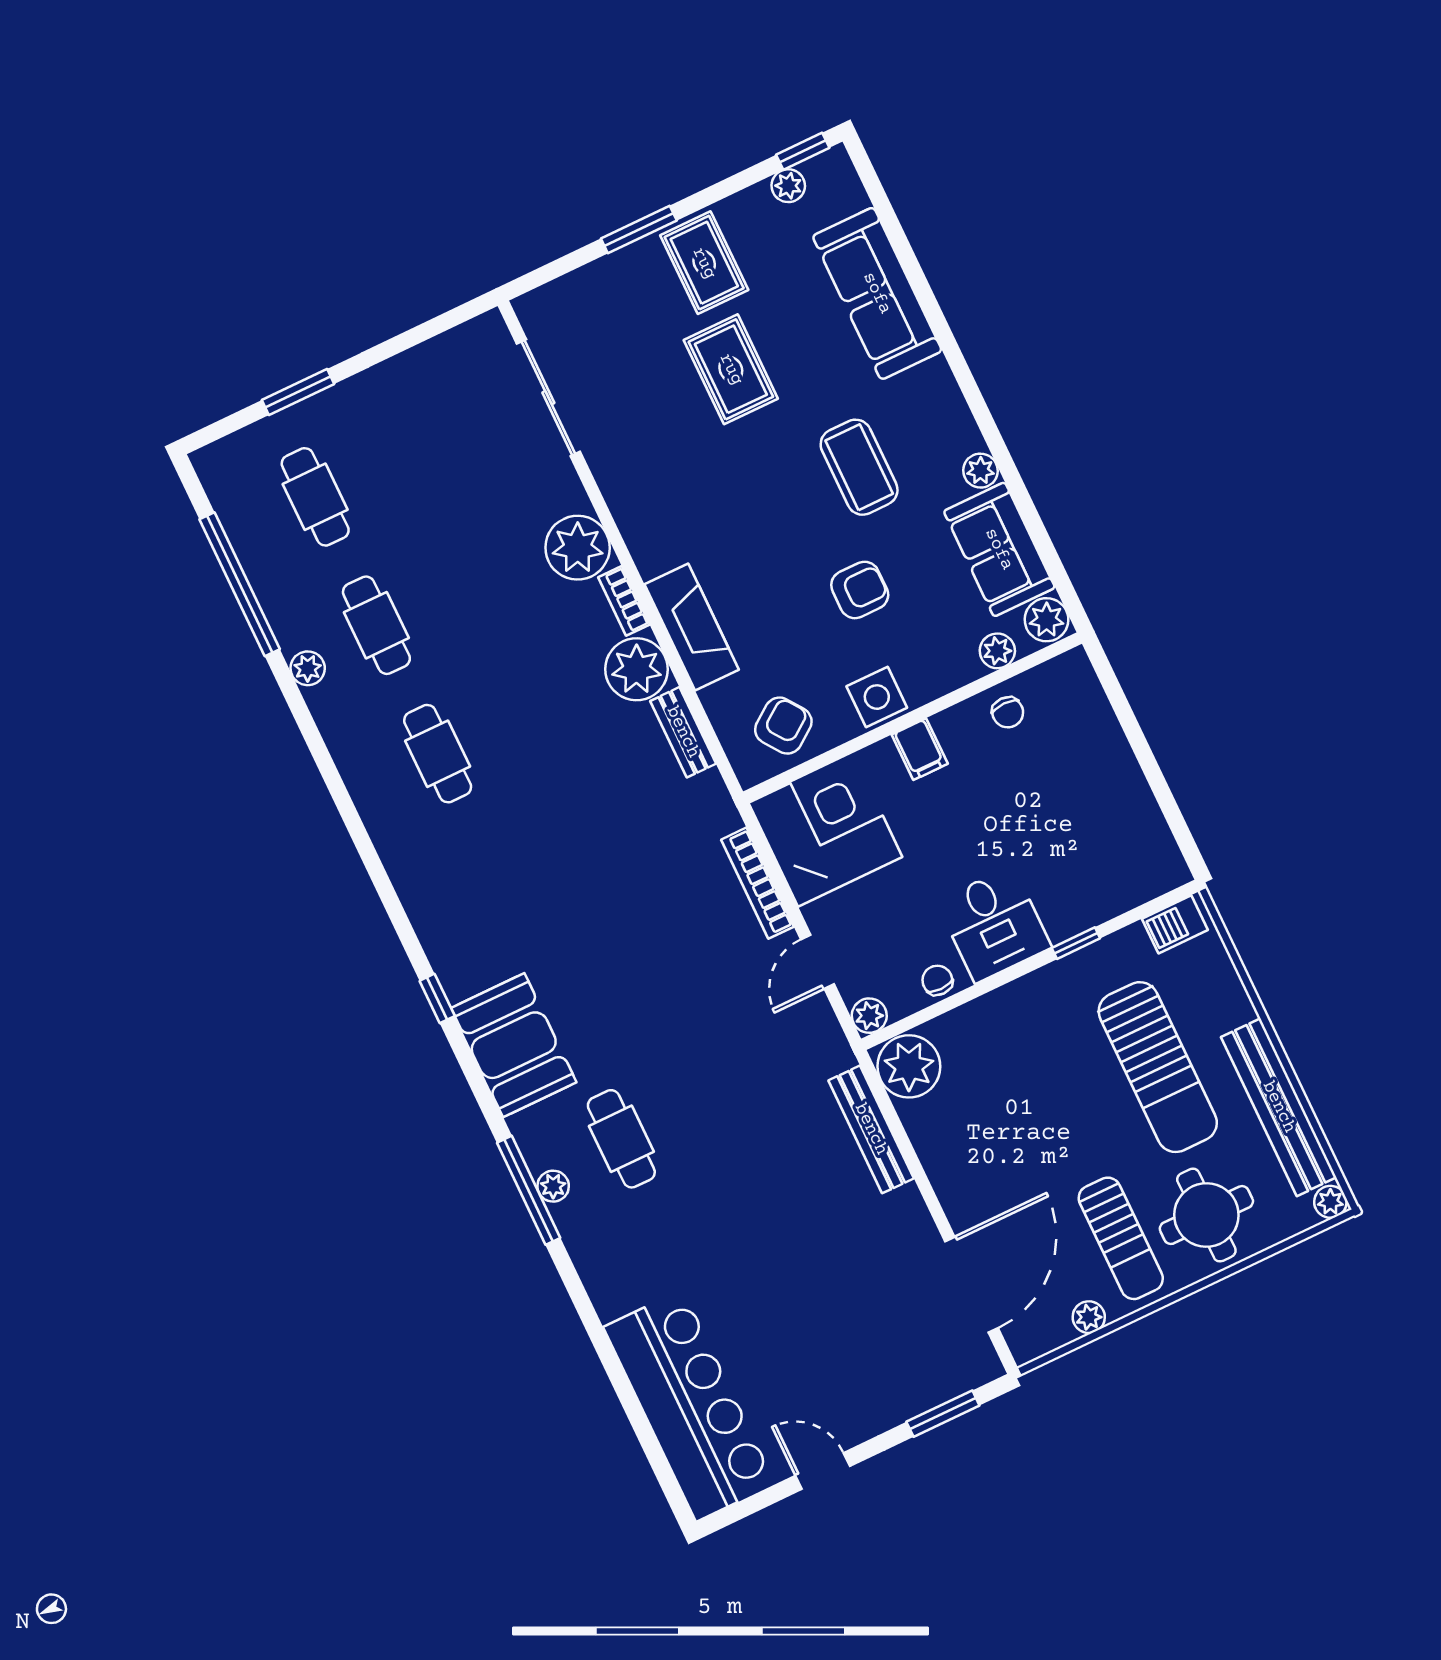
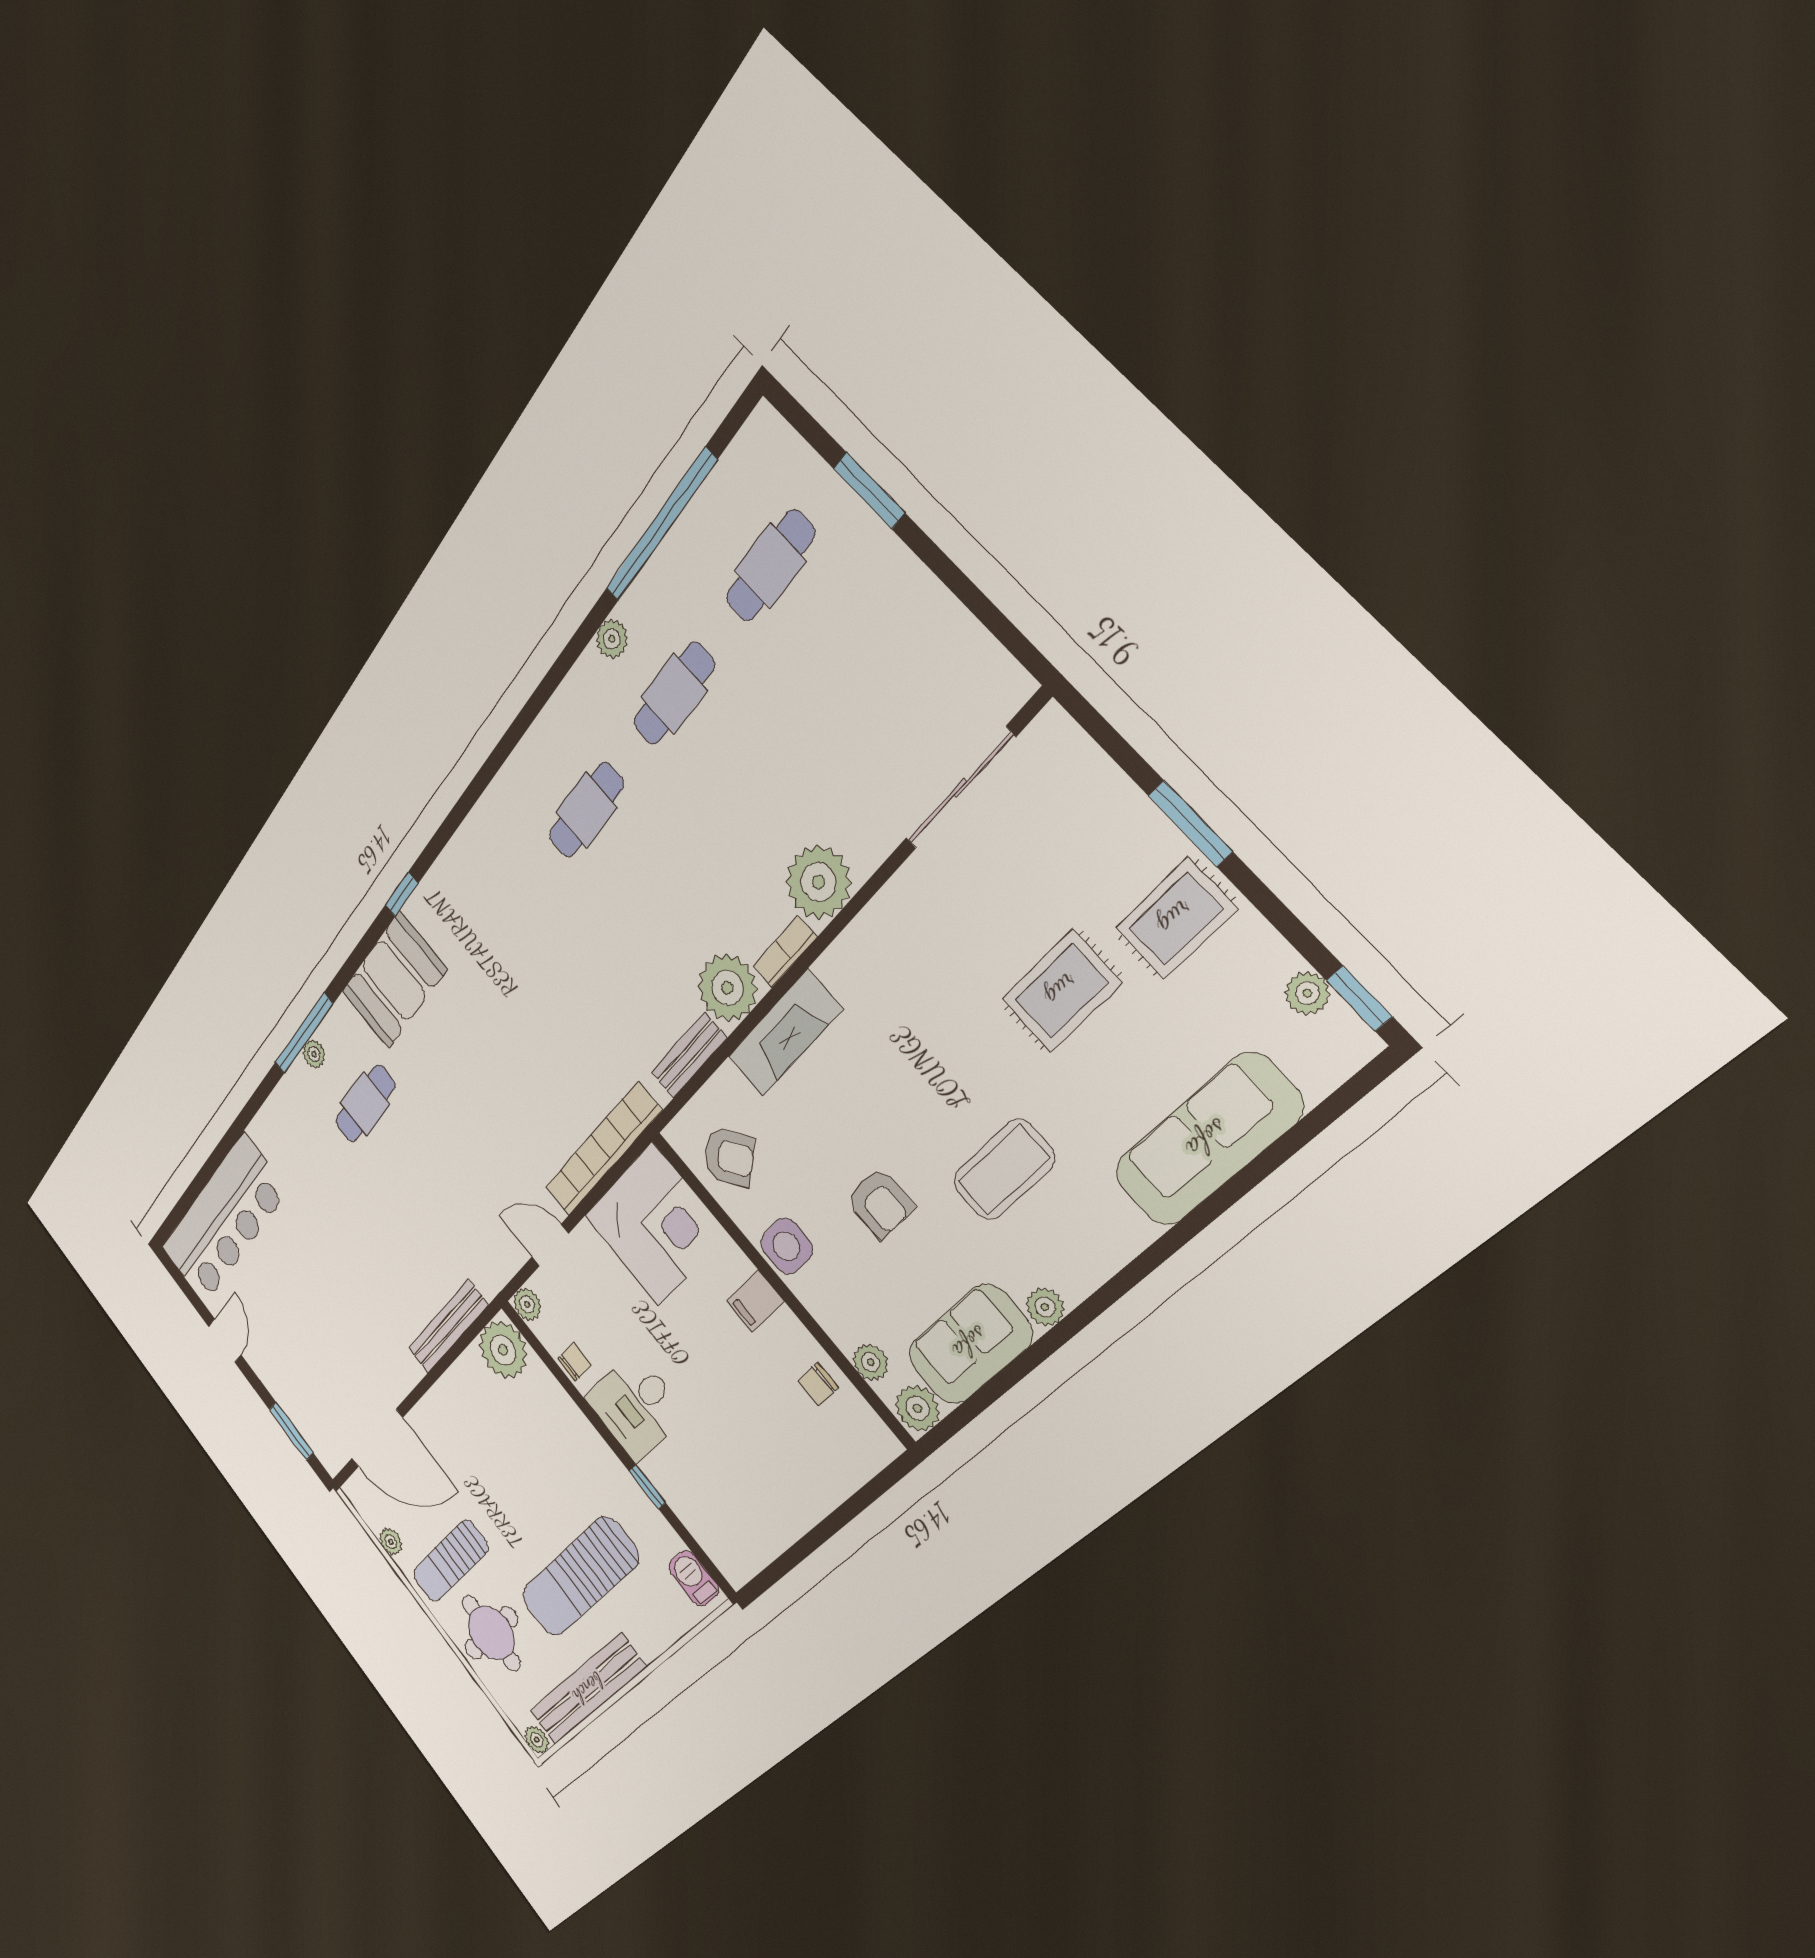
bookcase: (757, 883) -> (603, 1150), width x1.48, depth x1.31

